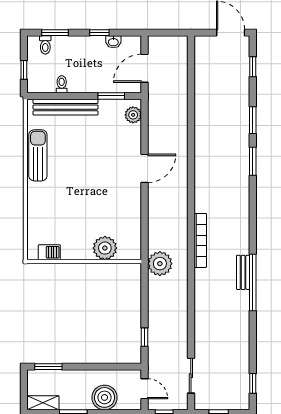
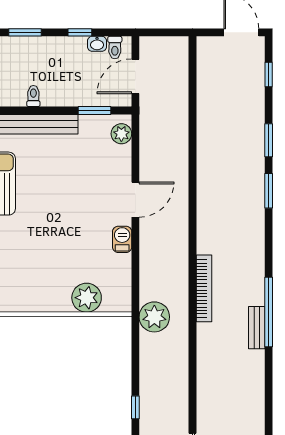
toilet: (45, 45) -> (115, 48), moved
barbecue: (49, 252) -> (122, 239), moved, turned -90
window: (253, 282) -> (269, 312), moved

